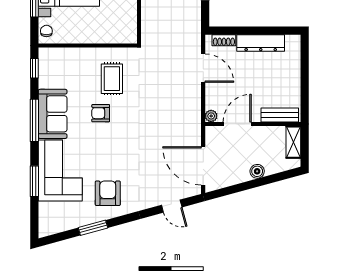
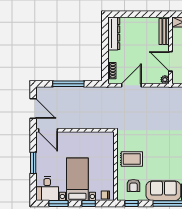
dresser: (261, 43) -> (114, 34), moved
rug: (112, 79) -> (132, 159), moved
armchair: (101, 113) -> (133, 186), moved

